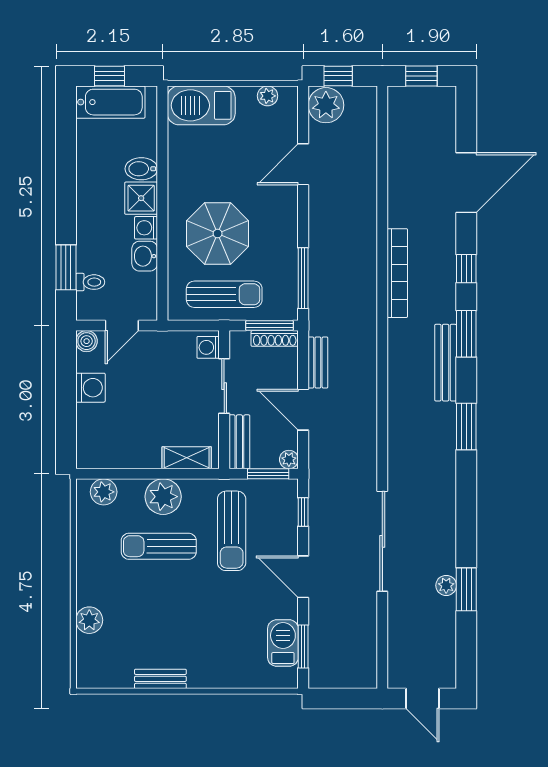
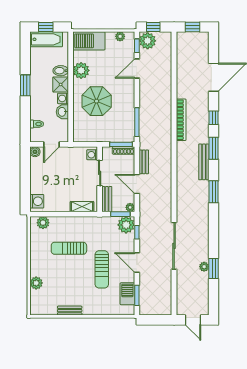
window: (303, 116) -> (137, 46), added
plant: (185, 168) -> (81, 70), added
window: (66, 267) -> (25, 85), moved
sun lounger: (224, 294) -> (100, 130), removed
washing machine: (90, 388) -> (37, 201), moved
plant: (163, 497) -> (126, 225), moved
sun lounger: (232, 531) -> (102, 269), moved

